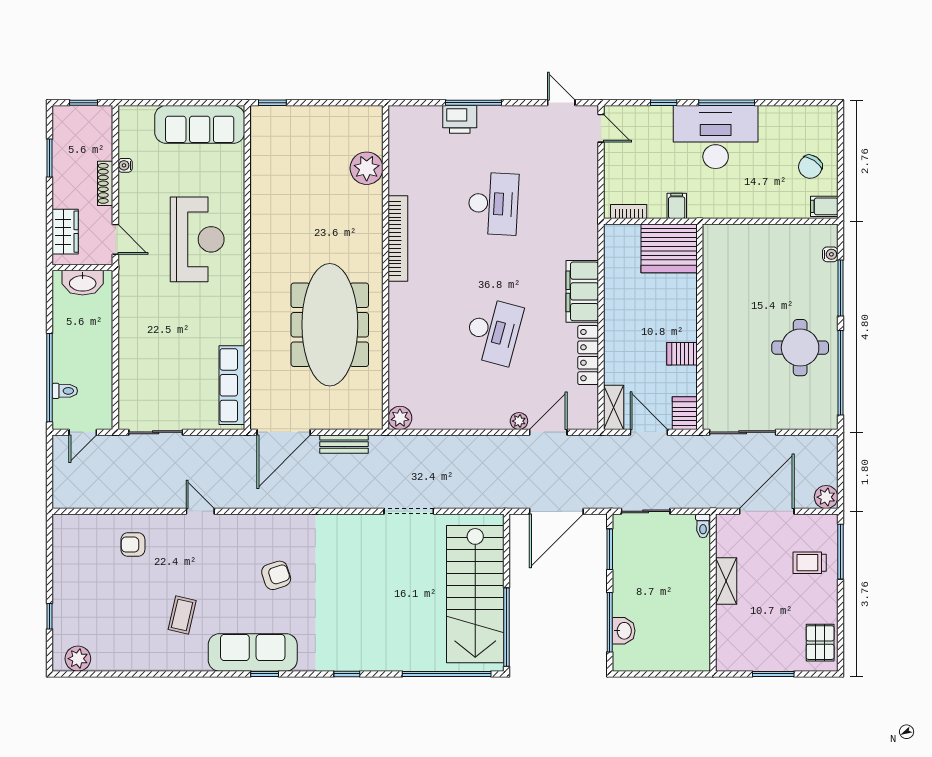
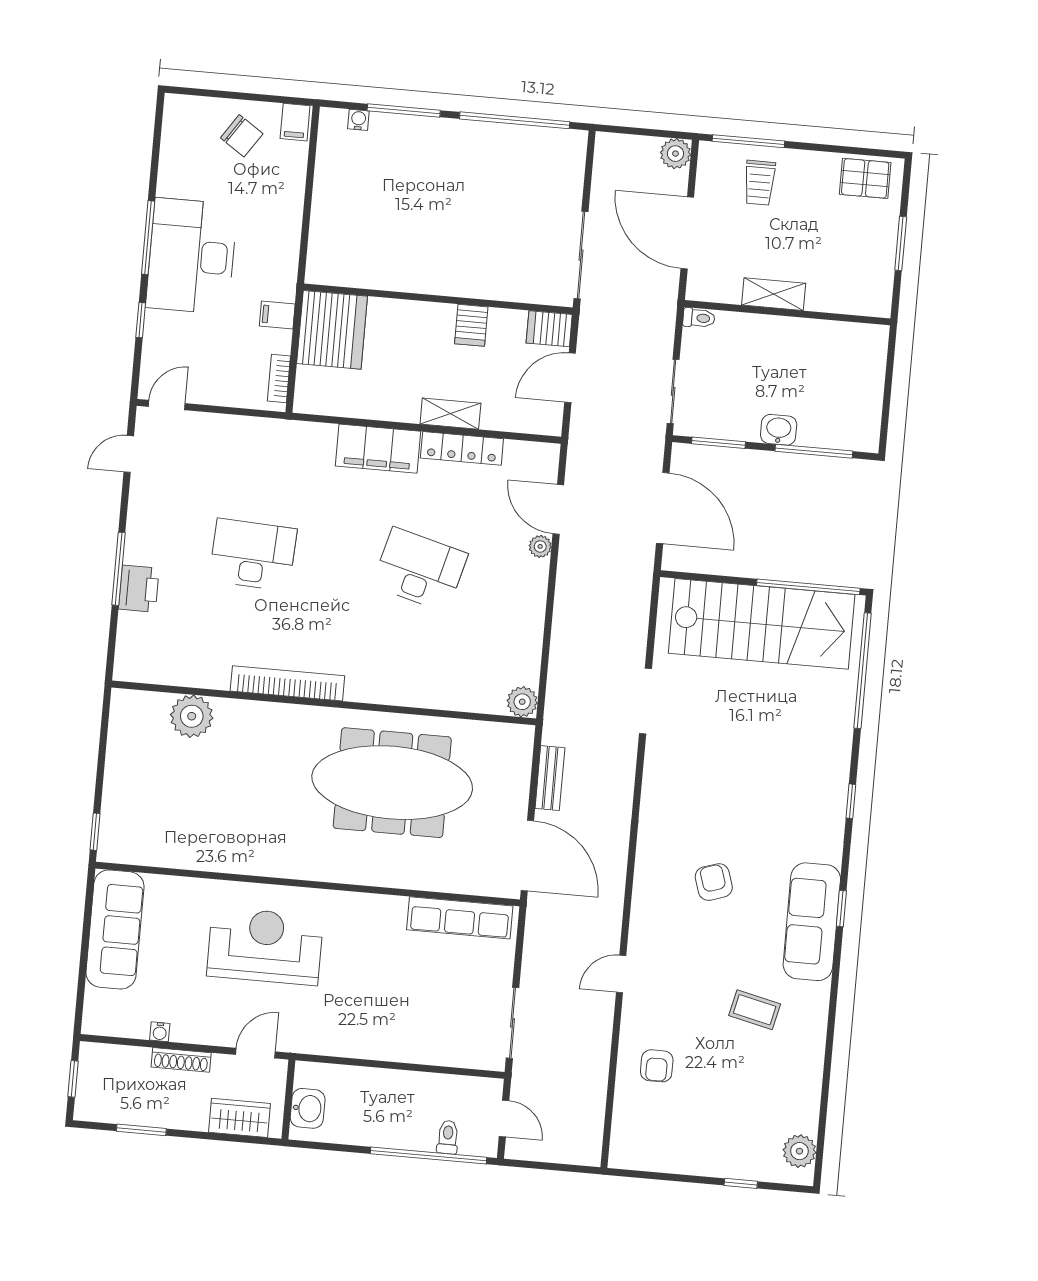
washbasin: (83, 283) -> (308, 1108), width x0.72
round table: (800, 348) -> (477, 170), removed
shelving: (614, 407) -> (450, 414), moved
washbasin: (624, 631) -> (779, 430), moved

